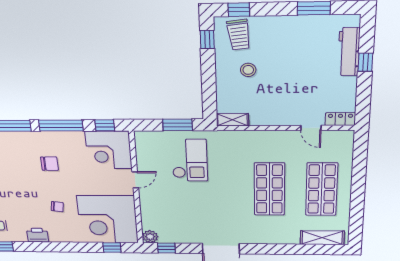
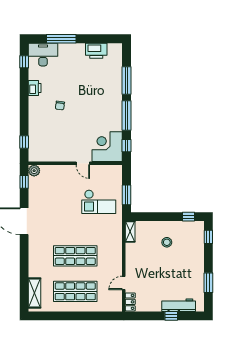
trolley: (239, 35) -> (191, 237), removed
chair: (50, 164) -> (96, 104), removed
corner desk: (108, 219) -> (49, 141), removed

